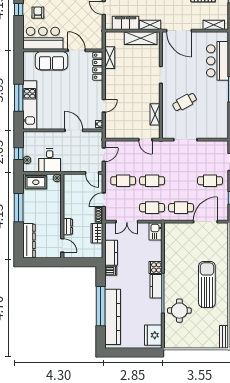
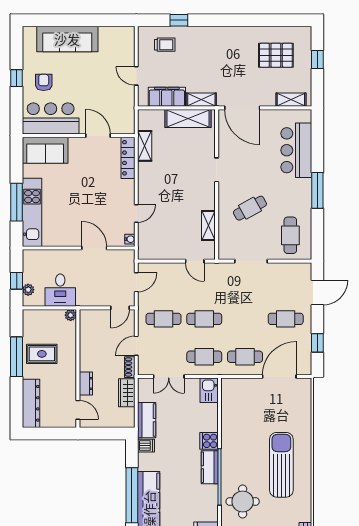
sofa: (51, 61) -> (45, 150), moved
cafe table: (213, 121) -> (290, 235), added
door: (92, 173) -> (120, 308), hinge flipped
rug: (36, 182) -> (42, 354), moved

